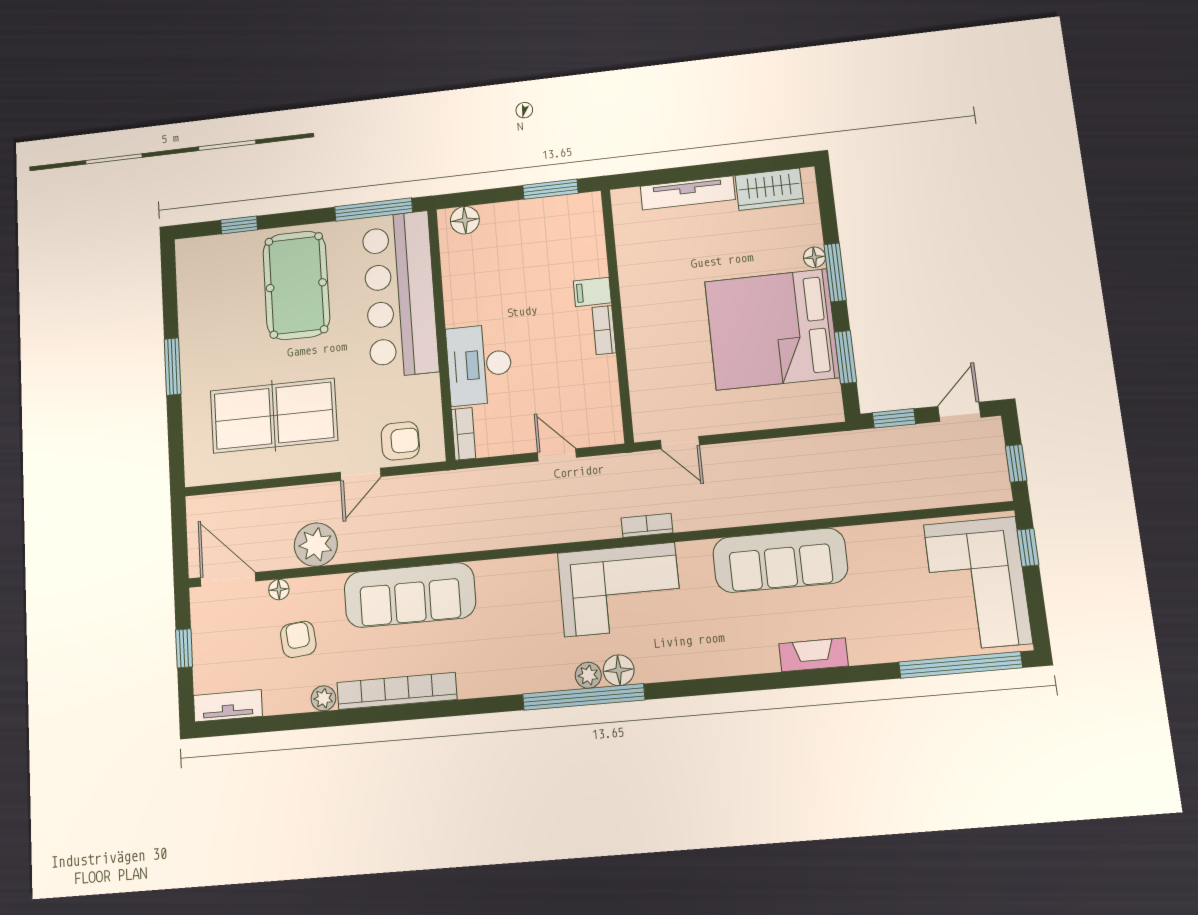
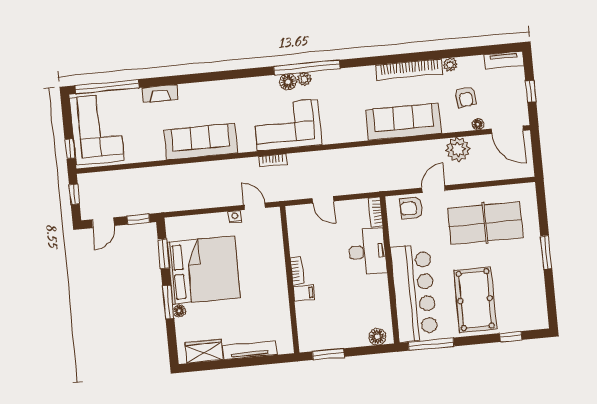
nightstand: (716, 424) -> (235, 217), added
fireplace: (814, 655) -> (160, 93), moved

